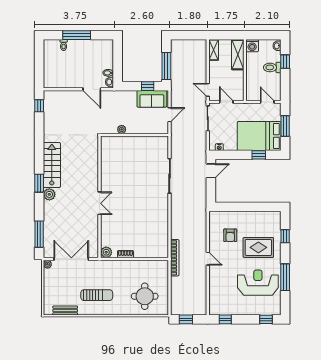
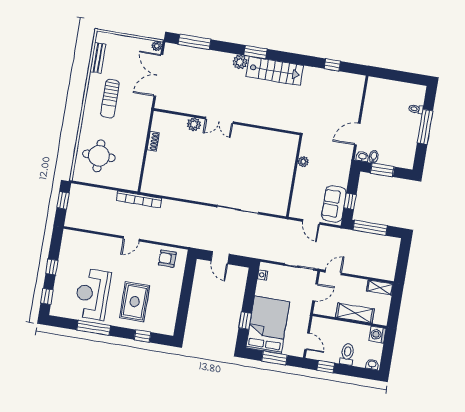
shelving: (238, 55) -> (355, 313), moved
window: (285, 62) -> (326, 367), moved
window: (118, 64) -> (382, 170), added
door: (267, 102) -> (307, 341), hinge flipped
window: (39, 106) -> (332, 65), moved
door: (211, 171) -> (220, 258), moved
armchair: (230, 235) -> (167, 259), moved
plant: (106, 252) -> (194, 124), moved
double door: (71, 259) -> (158, 75), swing flipped
reception desk: (258, 283) -> (93, 294), turned 180
window: (225, 319) -> (52, 267), moved

